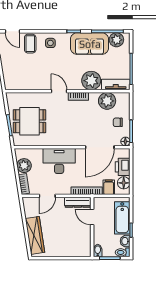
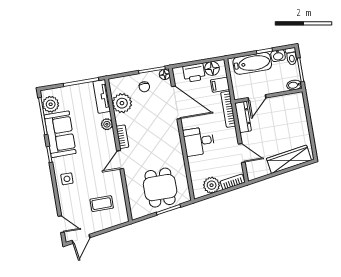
door: (13, 31) -> (61, 224), hinge flipped
coffee table: (30, 44) -> (102, 204), moved
plant: (91, 81) -> (107, 124), width x0.53, depth x0.53
desk: (59, 161) -> (199, 141), width x0.73

